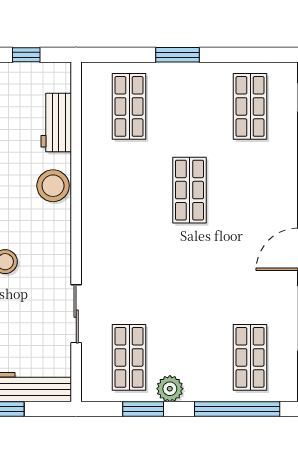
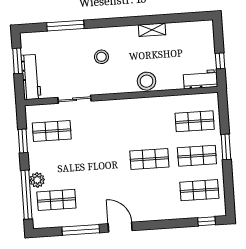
shop shelf: (190, 106) -> (197, 156), added
workbench: (56, 123) -> (200, 79), moved
plant: (170, 389) -> (37, 180), moved

